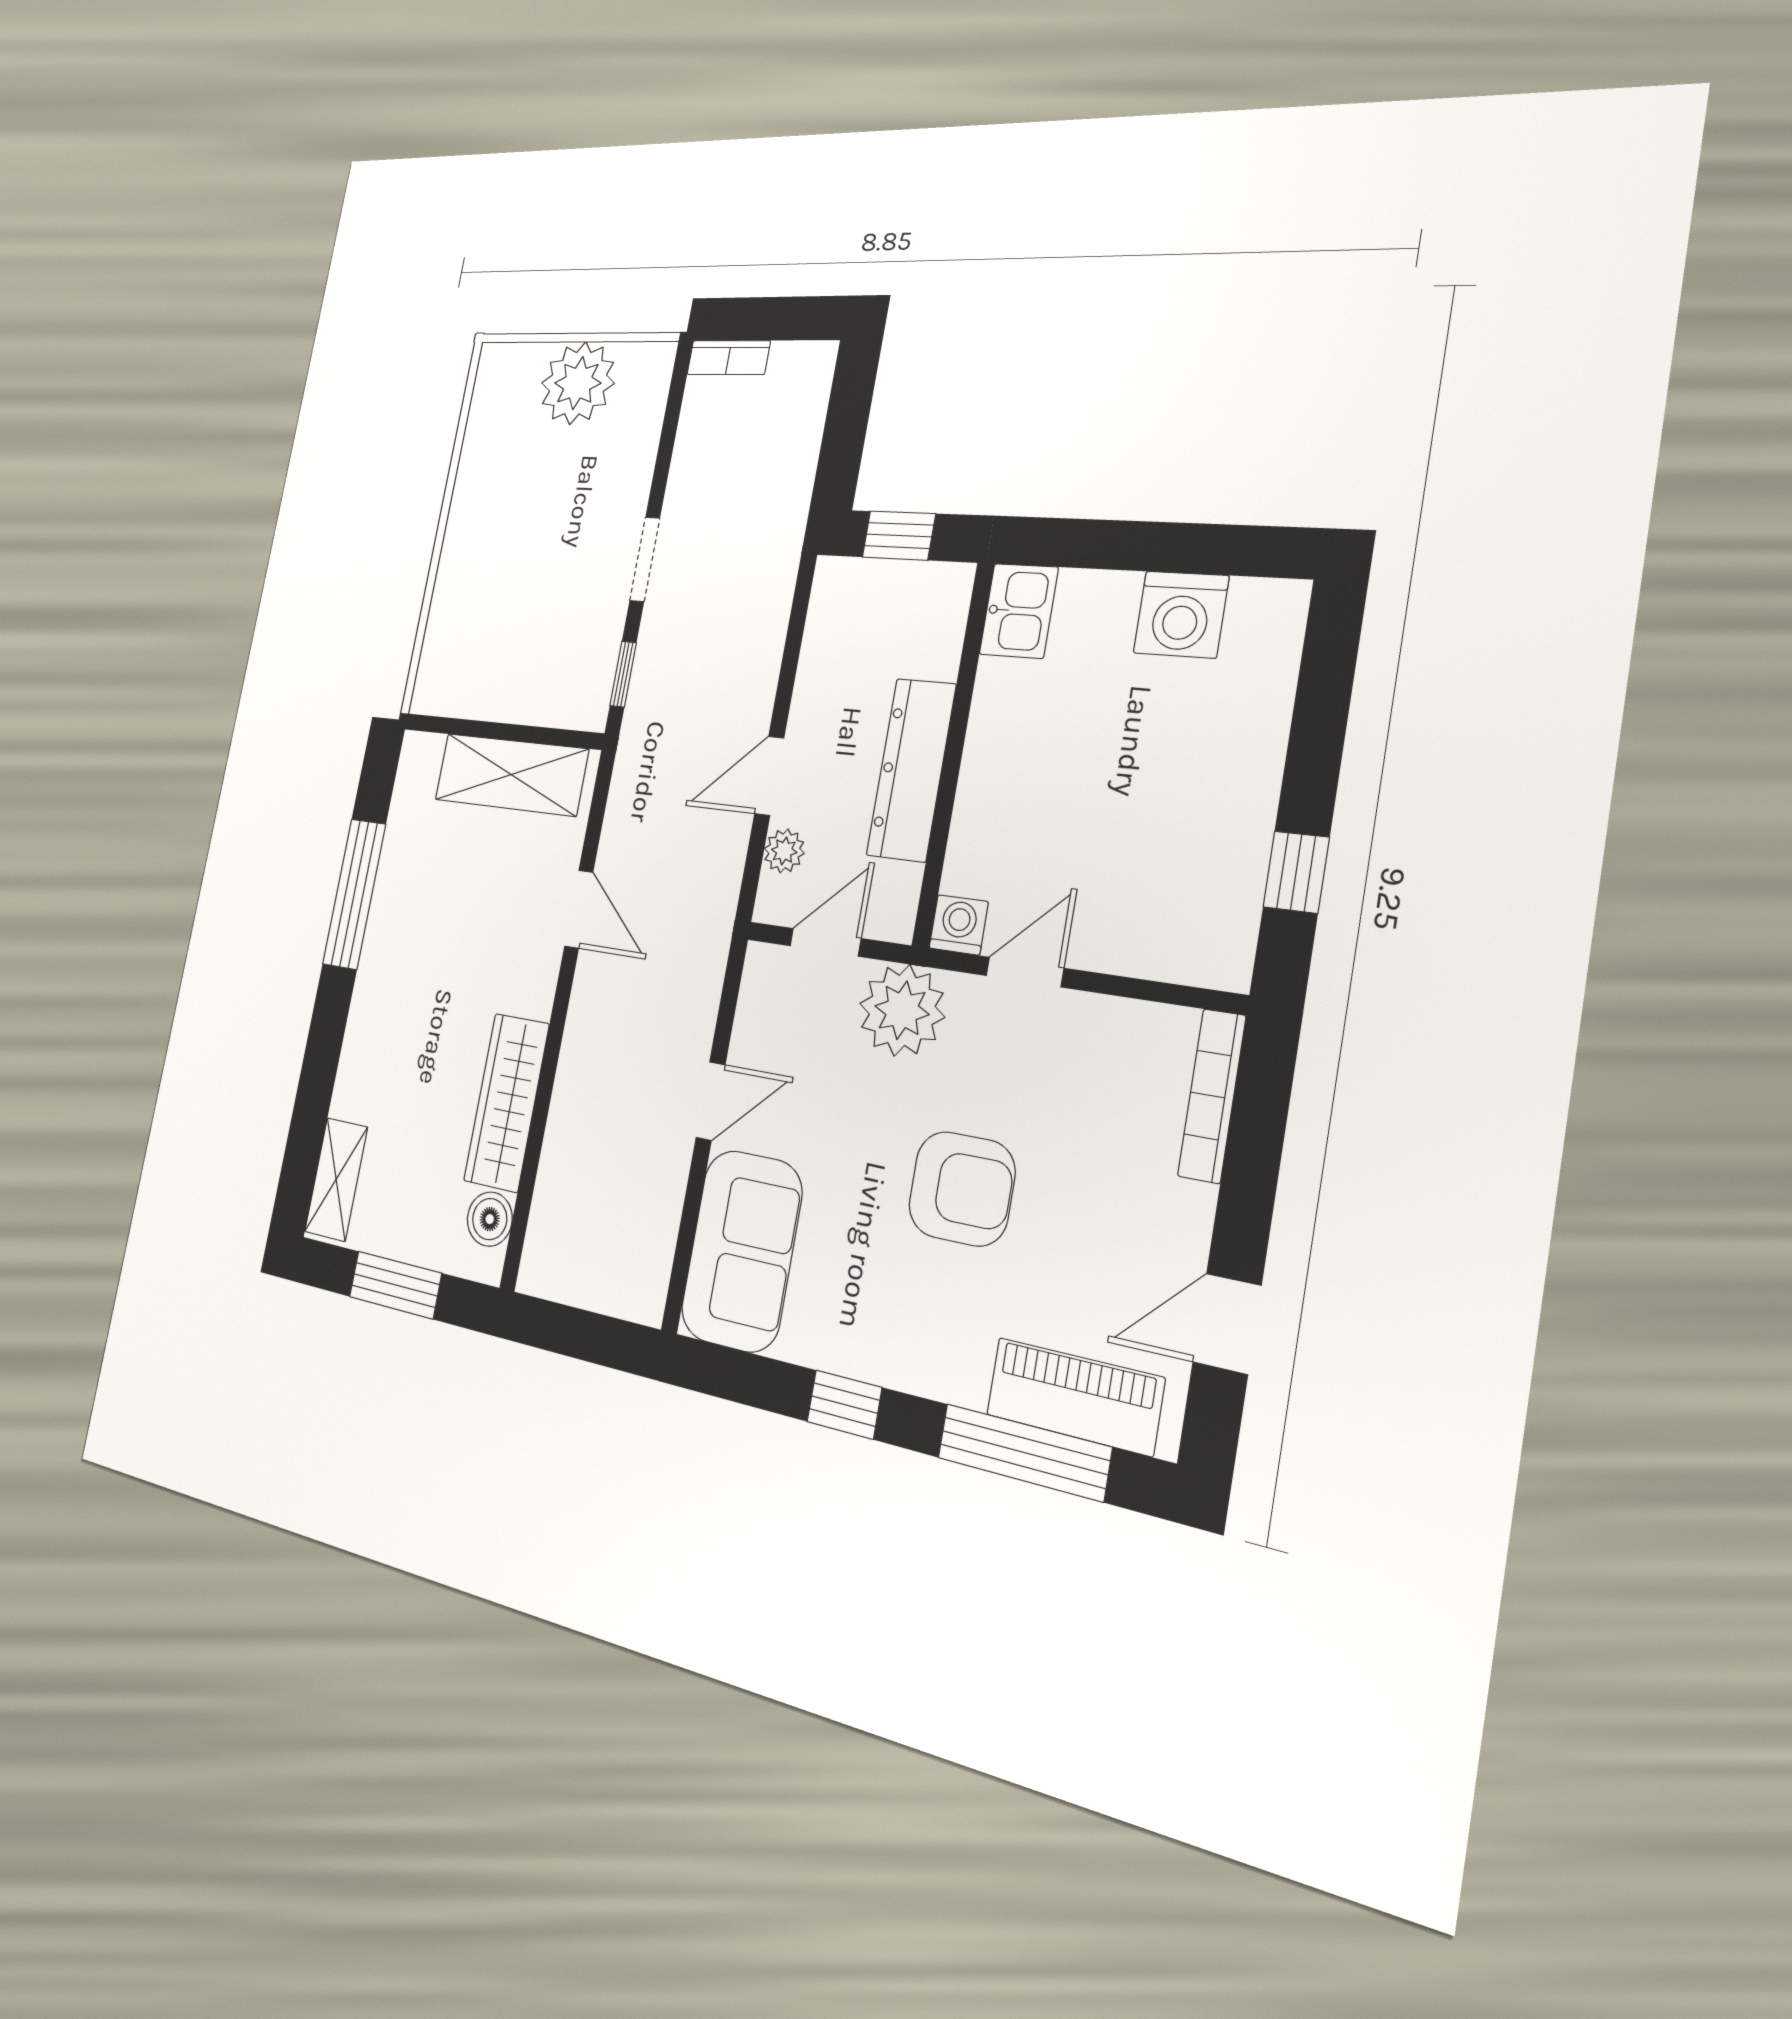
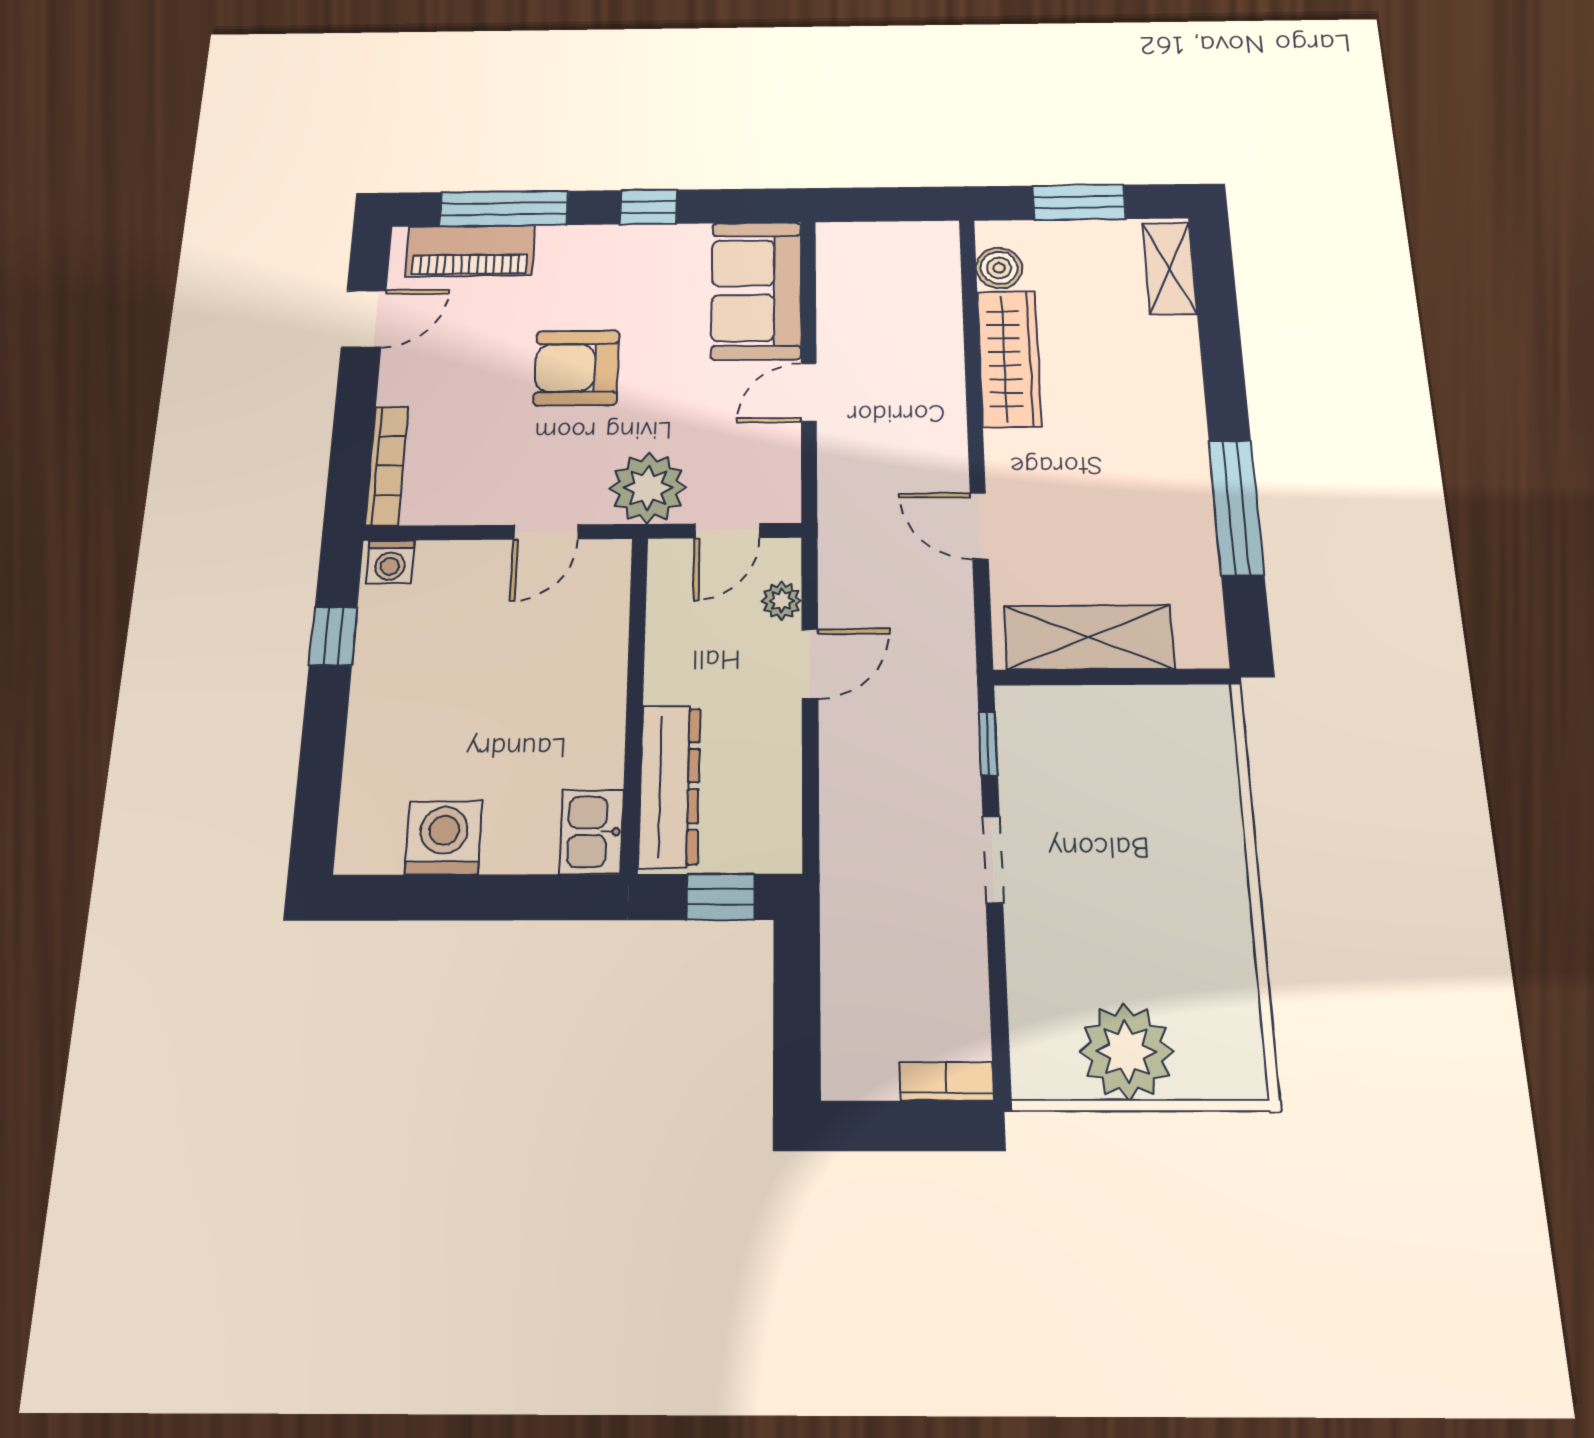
dresser: (911, 770) -> (670, 786), moved
washing machine: (959, 925) -> (390, 562), moved

